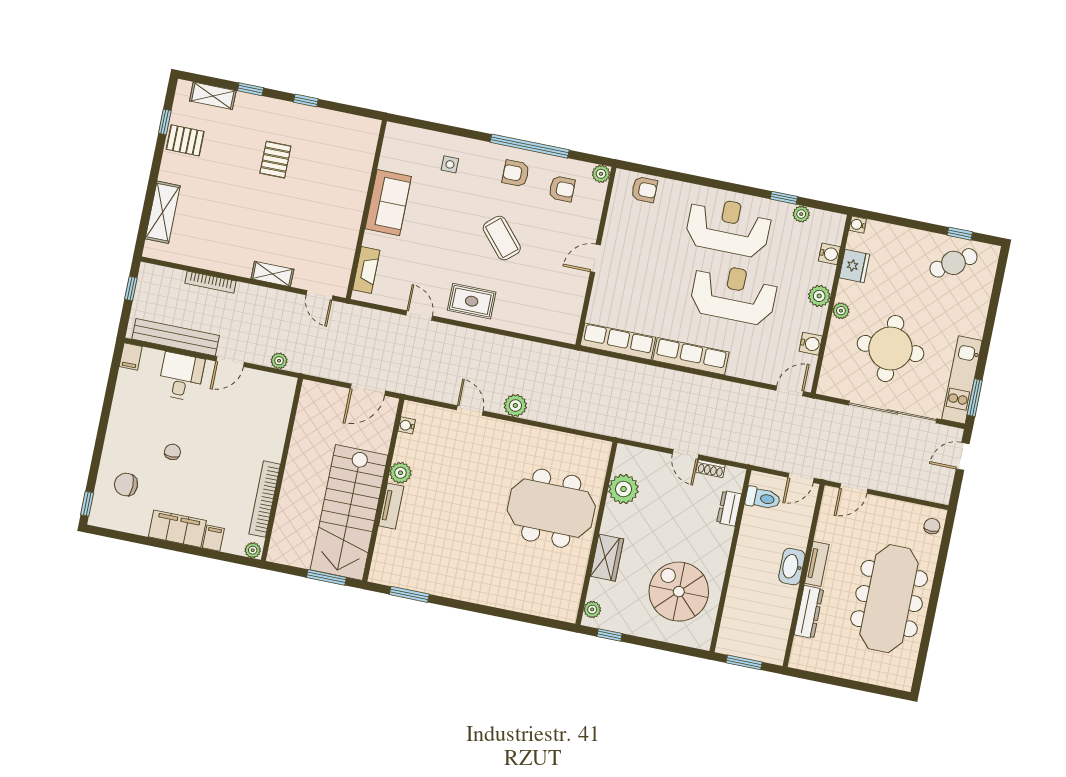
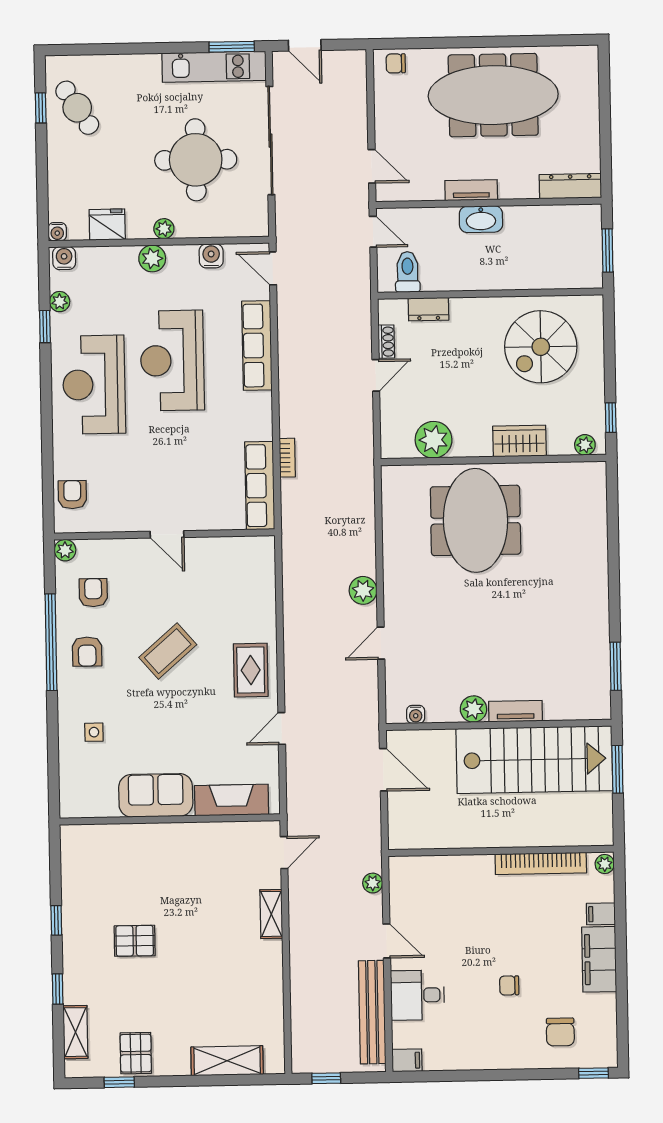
water cooler: (829, 254) -> (64, 258), moved
fireplace: (366, 270) -> (232, 800), width x1.37, depth x1.32
bookcase: (211, 282) -> (287, 458), moved, width x0.64
row of seats: (691, 356) -> (257, 345), moved
dresser: (809, 612) -> (570, 186), moved

